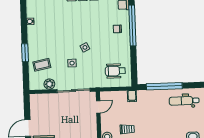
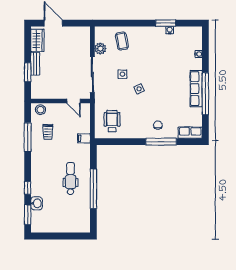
window: (132, 25) -> (161, 142), width x0.68
window: (25, 53) -> (166, 23), moved
window: (164, 86) -> (93, 189), moved
dental chair: (184, 101) -> (71, 179), moved

